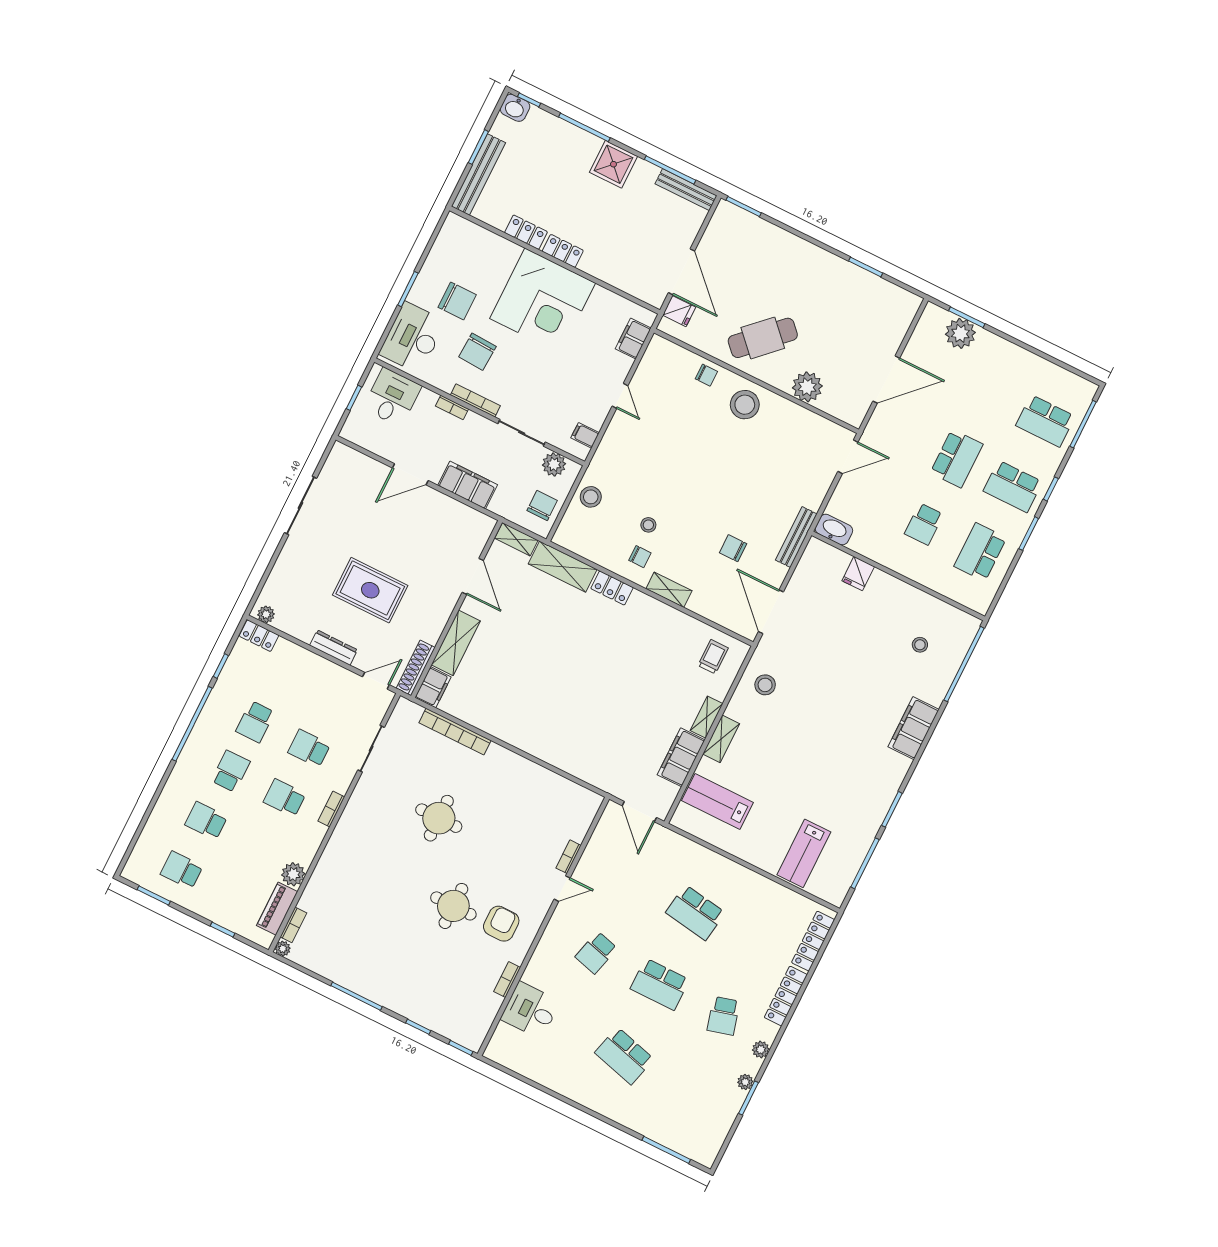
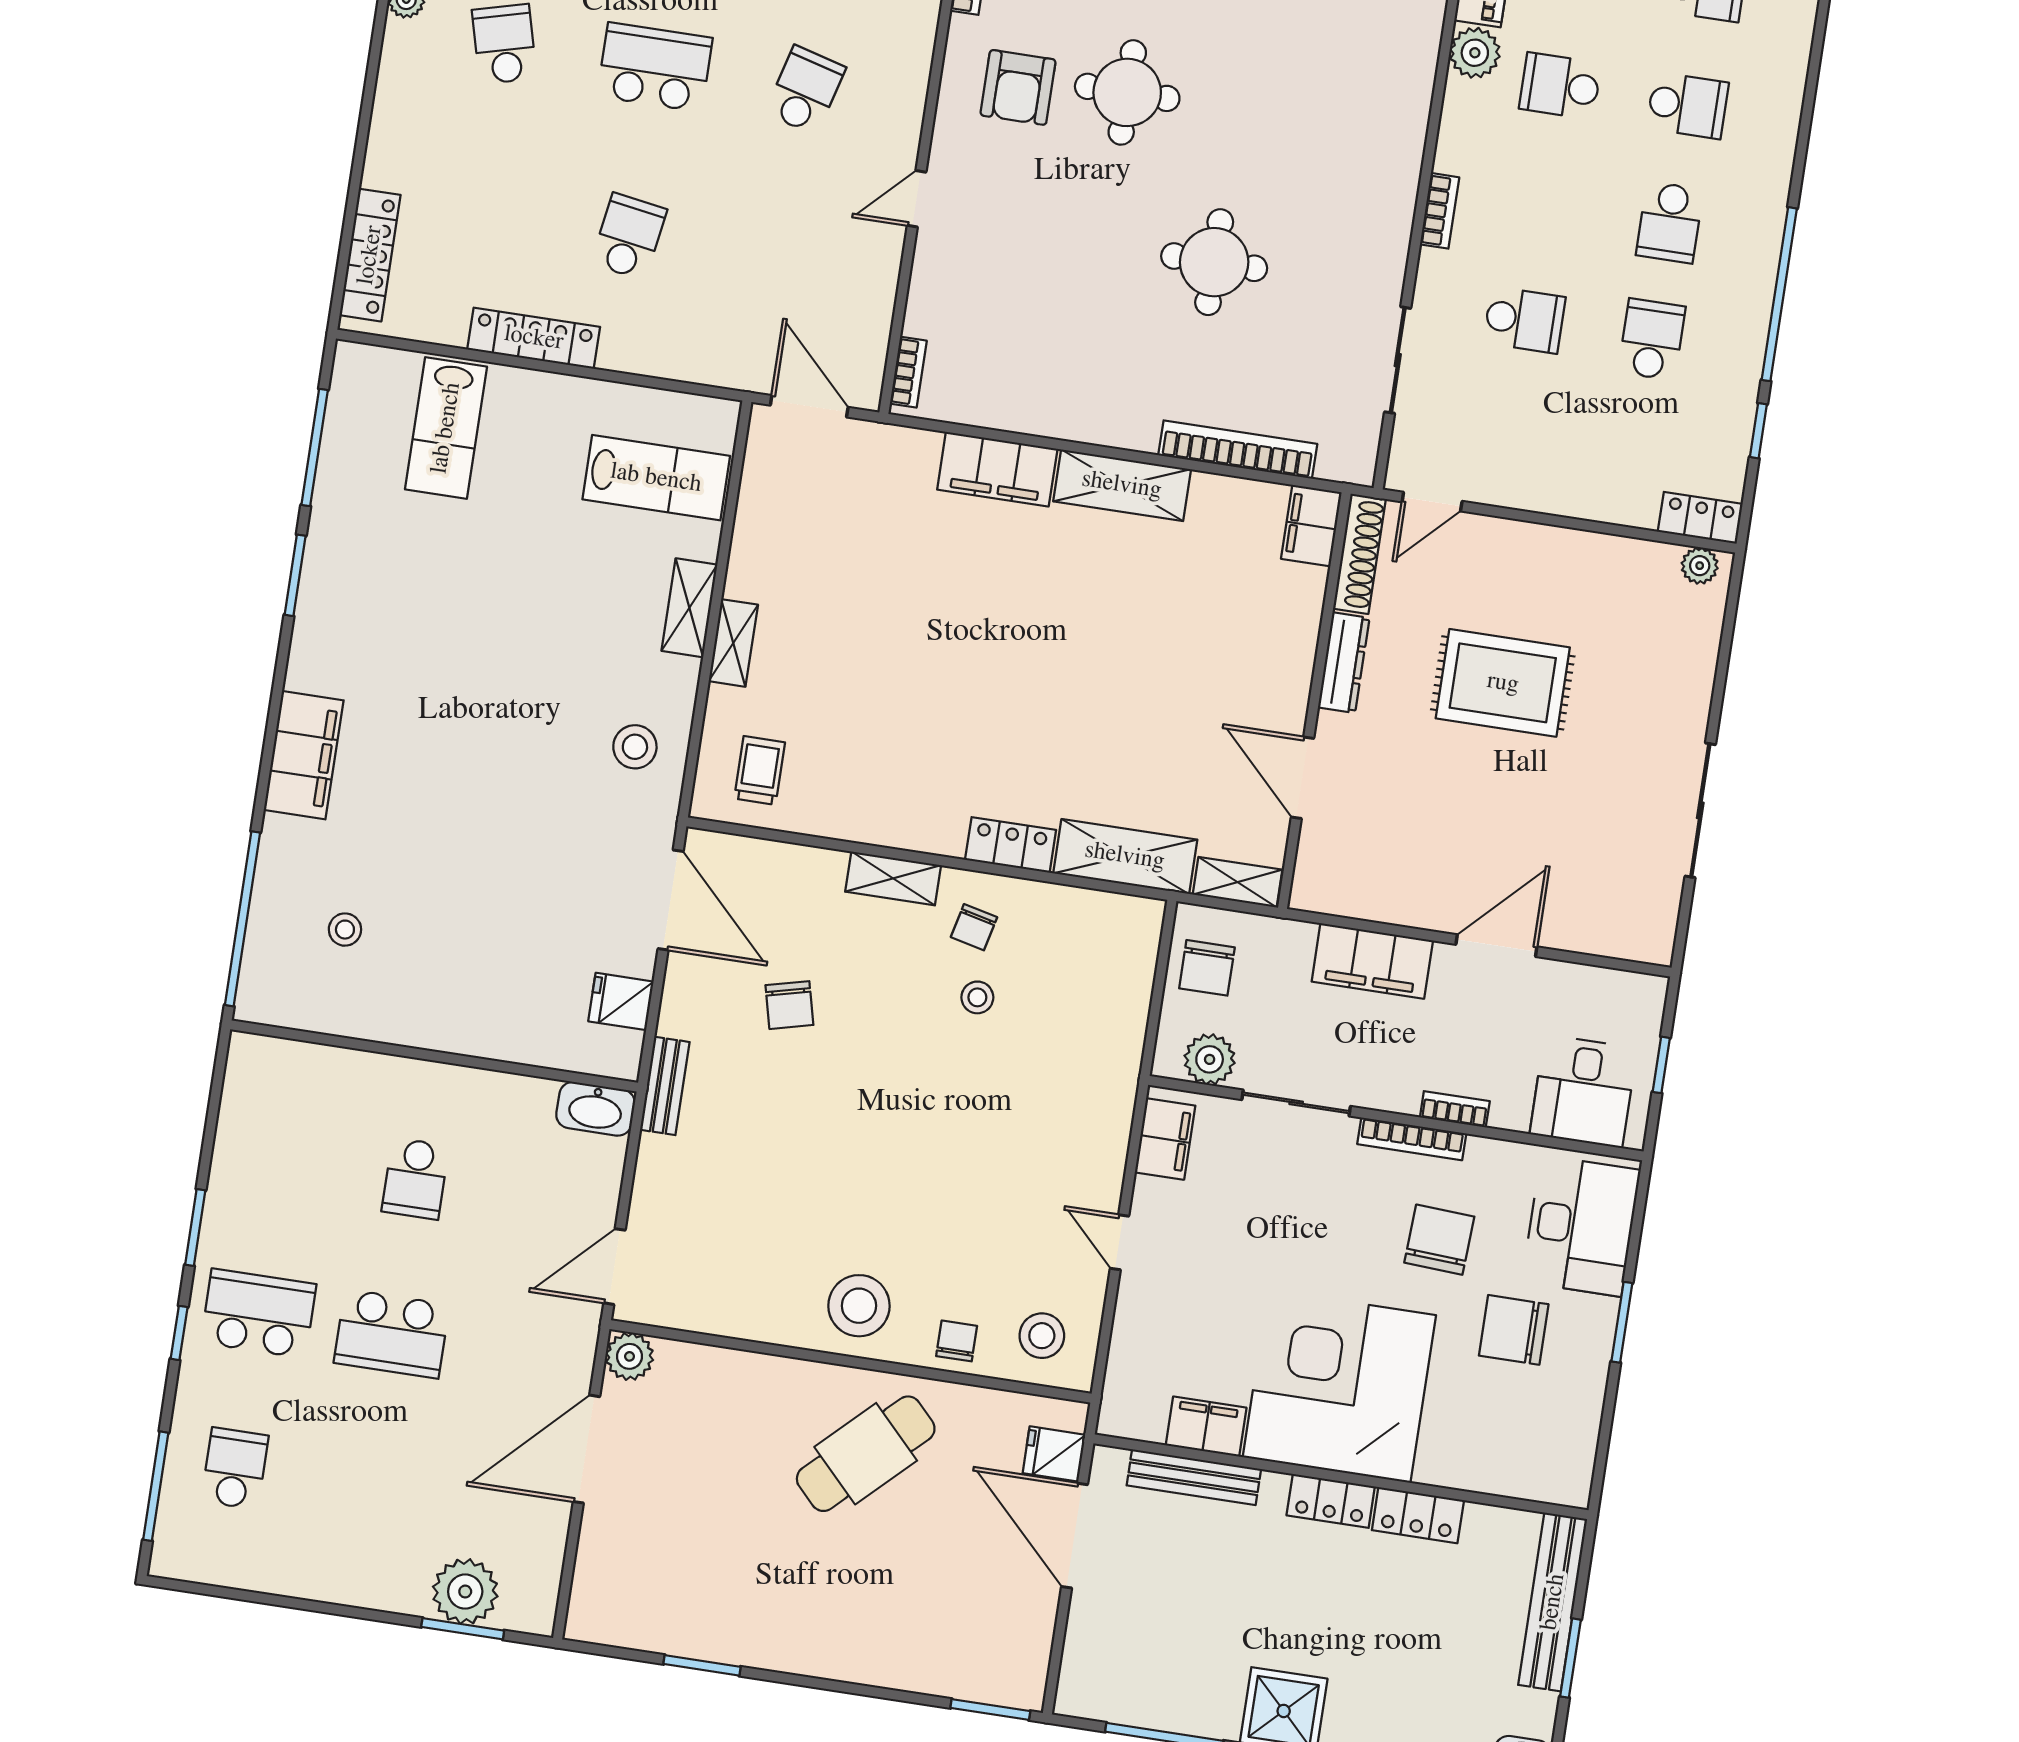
bench: (686, 190) -> (1194, 1477), moved
filing cabinet: (633, 339) -> (1206, 1427), moved, turned -90
chair: (706, 375) -> (957, 1341), turned 90
plant: (807, 387) -> (630, 1356), moved, width x0.73, depth x0.73
school desk: (1045, 421) -> (235, 1468), width x0.54
filing cabinet: (585, 435) -> (1165, 1139), width x2.00
school desk: (957, 458) -> (392, 1334), turned -90
stool: (591, 497) -> (1042, 1336), moved
school desk: (924, 524) -> (415, 1179), turned 180
bench: (796, 537) -> (665, 1086), width x0.73
chair: (733, 548) -> (789, 1005), turned 76
school desk: (980, 552) -> (282, 1158), removed
chair: (640, 557) -> (974, 927), turned -77
fridge: (858, 574) -> (621, 1001), moved, turned -90
shelving: (456, 643) -> (1122, 485), moved, turned 90
dresser: (334, 648) -> (1344, 663), moved, turned -90
trolley: (713, 657) -> (759, 770), turned 180
filing cabinet: (681, 757) -> (997, 469), moved, turned 90
school desk: (285, 798) -> (1560, 86), moved, turned 180
lab bench: (804, 853) -> (446, 428), turned 180
bookcase: (569, 857) -> (908, 372), moved
school desk: (695, 913) -> (629, 237), width x0.54
locker: (786, 996) -> (534, 338), moved, turned -90

